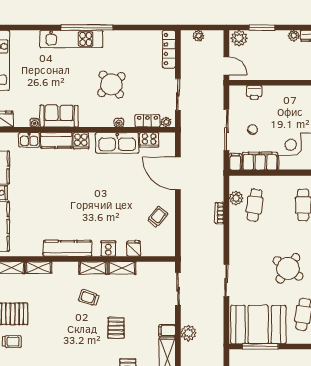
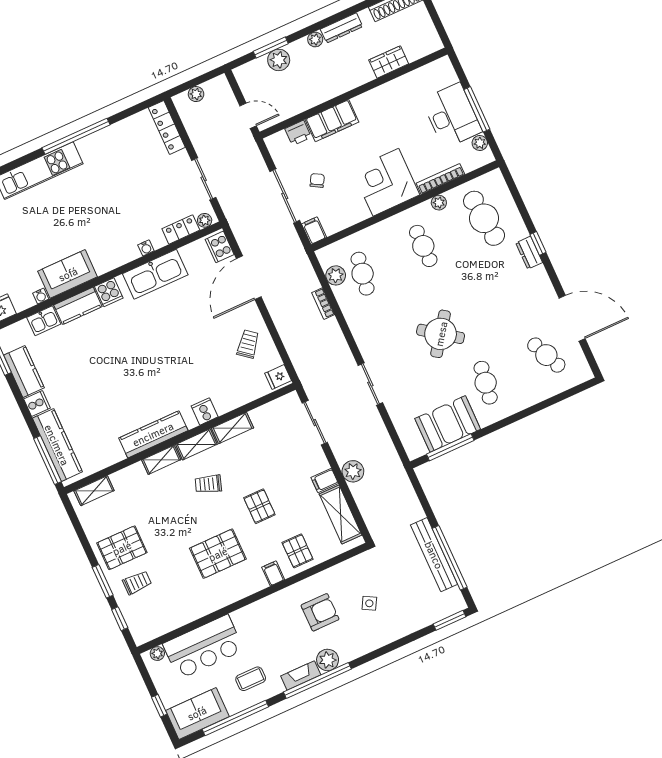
window: (87, 28) -> (76, 136), moved
plant: (239, 38) -> (279, 60), moved
round table: (111, 84) -> (115, 205), removed
cooker: (149, 140) -> (220, 247), moved, turned 90
filing cabinet: (260, 161) -> (332, 121), moved, turned 180
door: (178, 173) -> (249, 278), hinge flipped
fridge: (134, 249) -> (278, 377), moved, turned -90
shelving: (39, 268) -> (161, 460), moved
booth: (258, 324) -> (448, 424), width x0.73, depth x0.70
pallet: (74, 347) -> (218, 554), added

